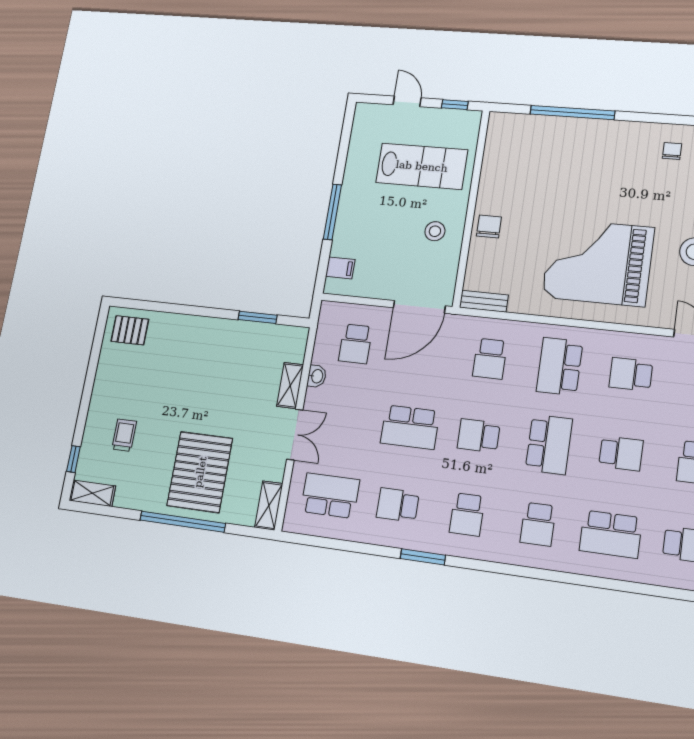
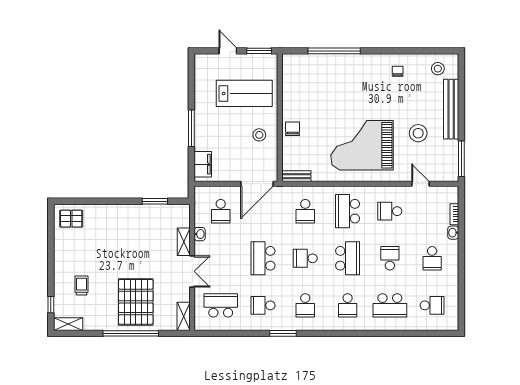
window: (455, 105) -> (259, 51), width x1.50
filing cabinet: (340, 268) -> (203, 164), width x2.00
school desk: (410, 427) -> (263, 258), turned 90
school desk: (621, 453) -> (390, 258), turned -90

